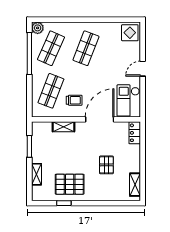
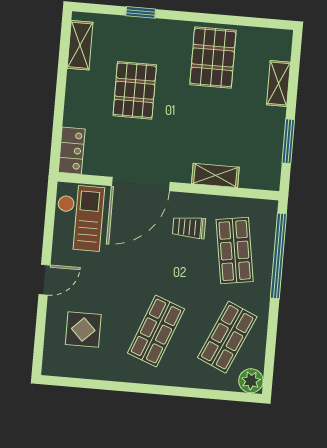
display table: (130, 33) -> (83, 330), moved
window: (29, 53) -> (278, 256), moved
shop shelf: (51, 91) -> (235, 251), turned -30
pallet: (106, 165) -> (135, 90), width x1.50, depth x1.42
pallet: (70, 184) -> (213, 58), turned 90
window: (64, 203) -> (141, 12), moved

